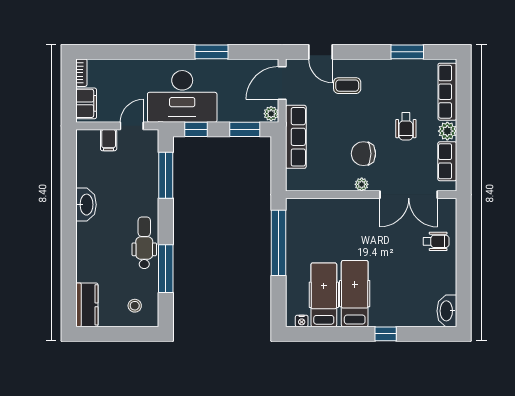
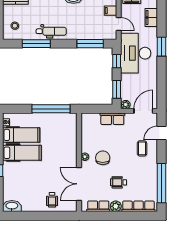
window: (212, 52) -> (161, 47), moved
window: (407, 52) -> (161, 183), width x2.11
filing cabinet: (120, 69) -> (151, 17), added
door: (282, 83) -> (143, 111), hinge flipped
row of seats: (296, 137) -> (112, 119), width x0.68

